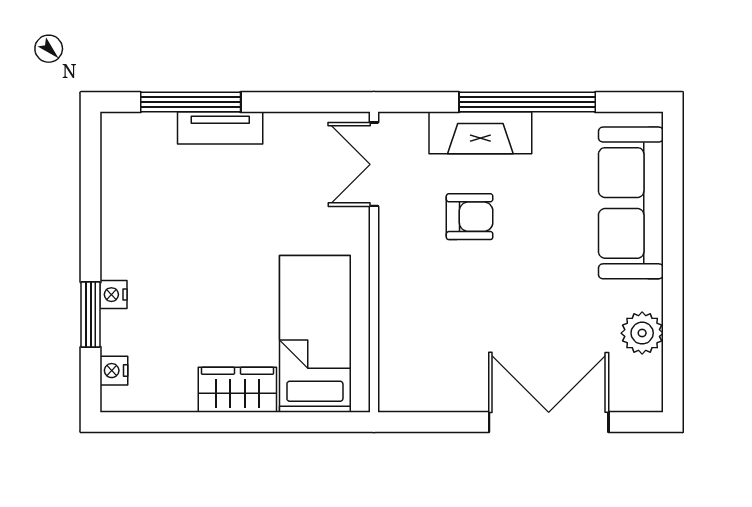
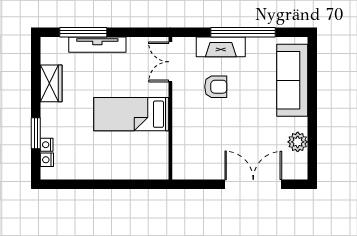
tv unit: (220, 128) -> (97, 45), width x1.41
nightstand: (114, 295) -> (47, 145), moved
bed: (315, 334) -> (131, 114), moved, turned -90
wardrobe: (237, 390) -> (51, 83), moved, turned 90

